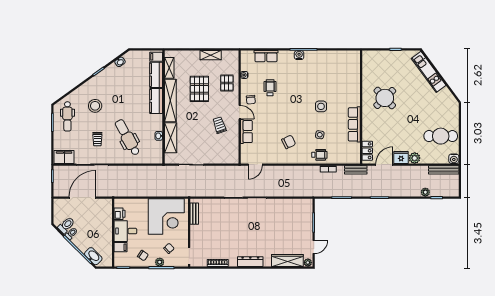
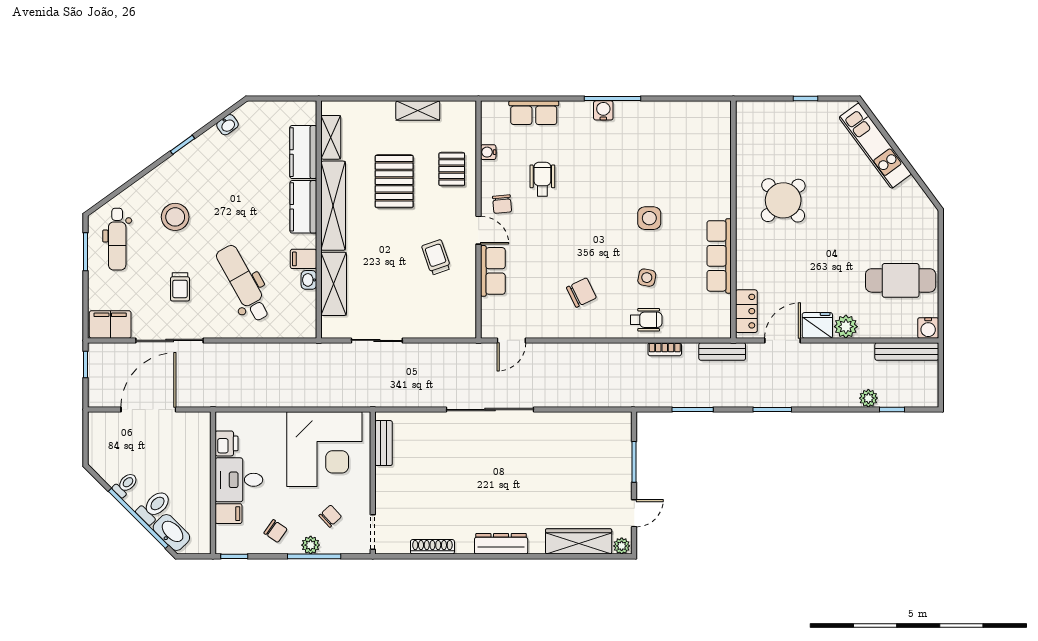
filing cabinet: (156, 57) -> (304, 259), moved
toilet: (66, 225) -> (154, 507), moved

